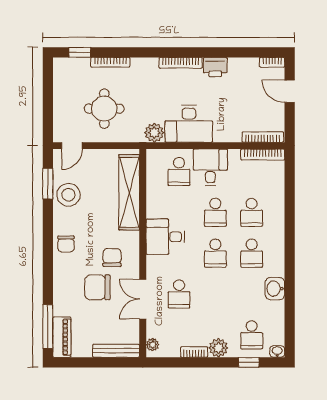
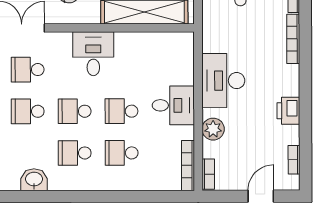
bookcase: (272, 62) -> (294, 160), moved
bookcase: (181, 63) -> (293, 39), moved
plant: (154, 133) -> (213, 129), moved
bookcase: (263, 137) -> (208, 174), width x0.64
school desk: (179, 172) -> (28, 111), moved

